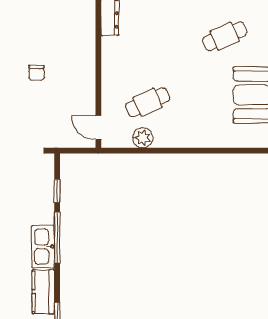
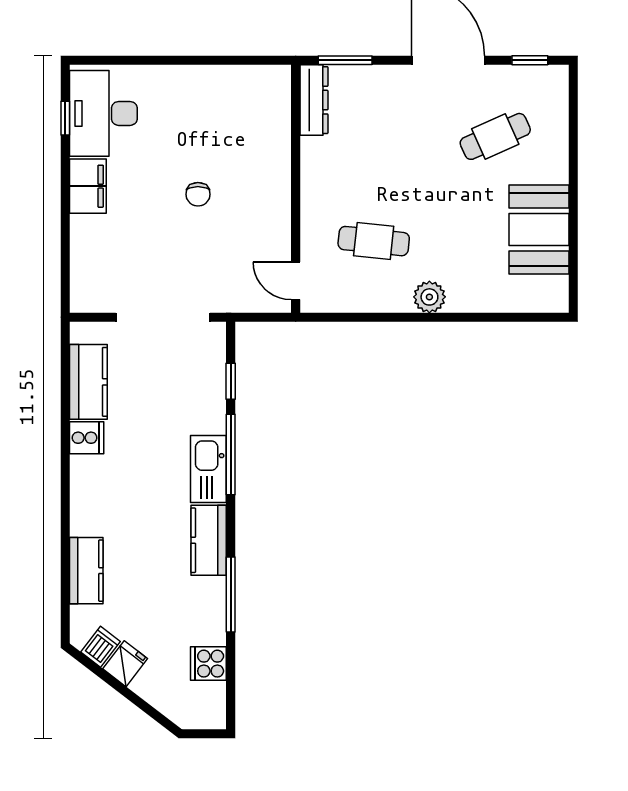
cafe table: (148, 102) -> (374, 241), turned 30
plant: (143, 138) -> (429, 297), moved

